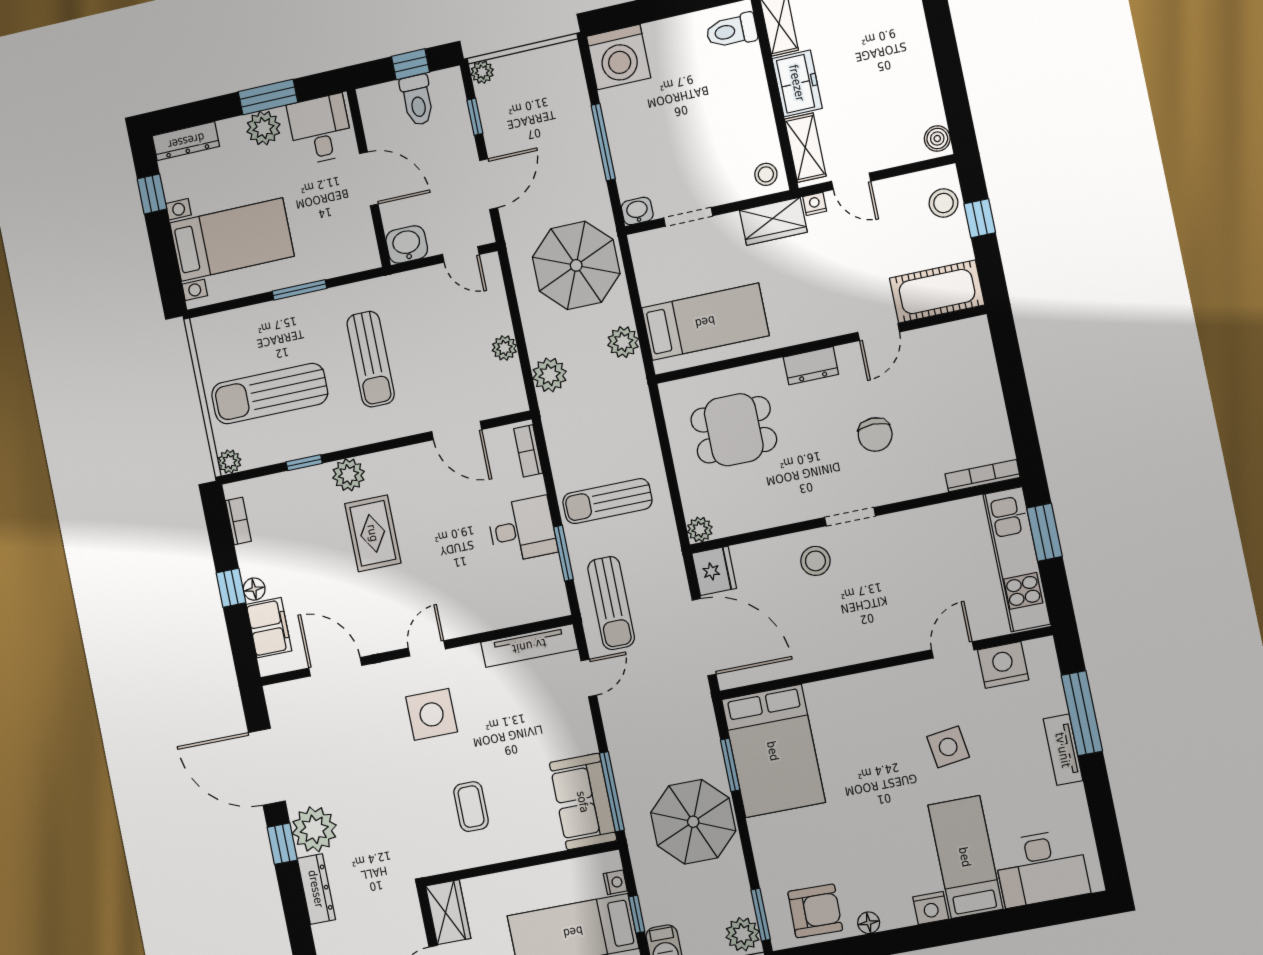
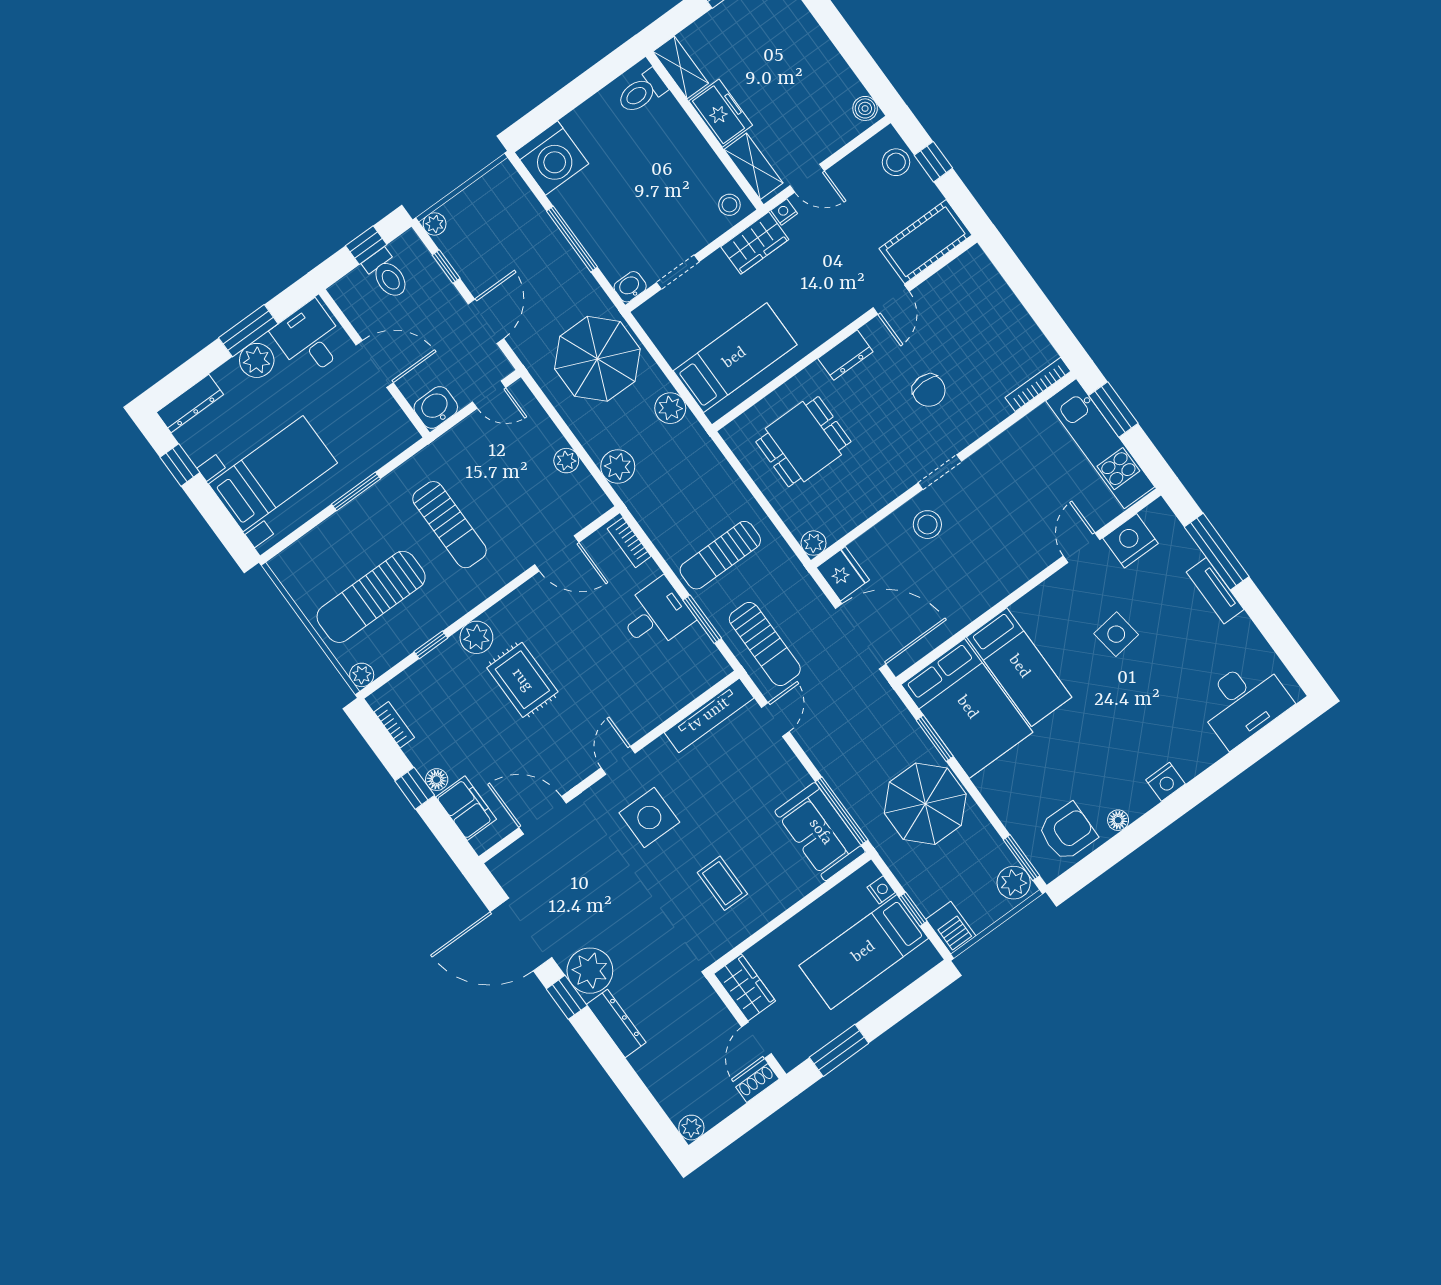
bed: (965, 857) -> (1019, 667), moved, turned 180

